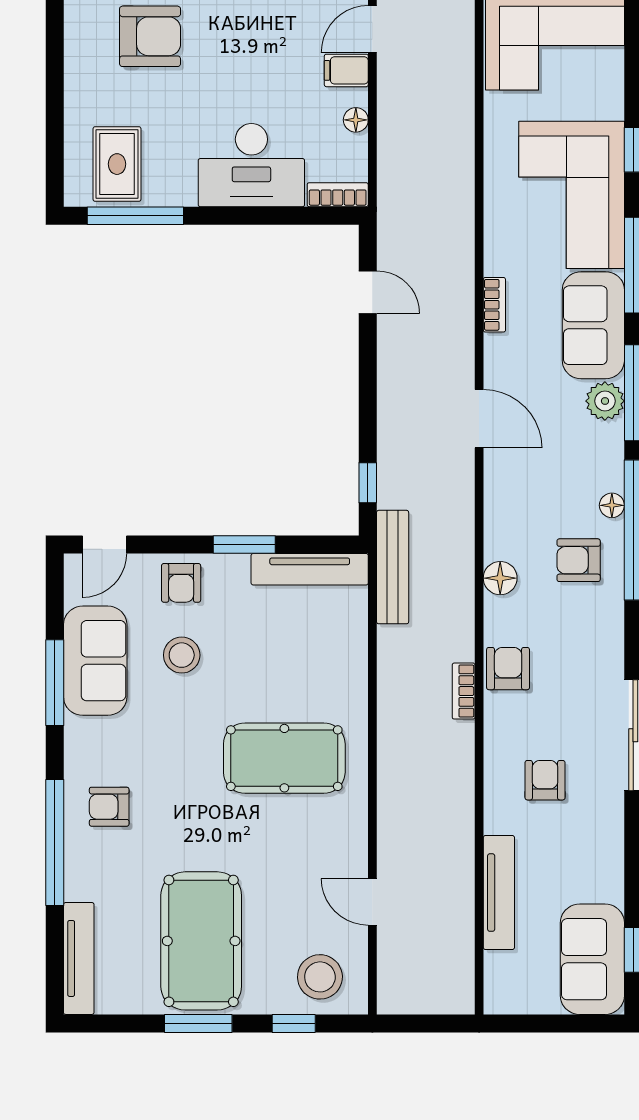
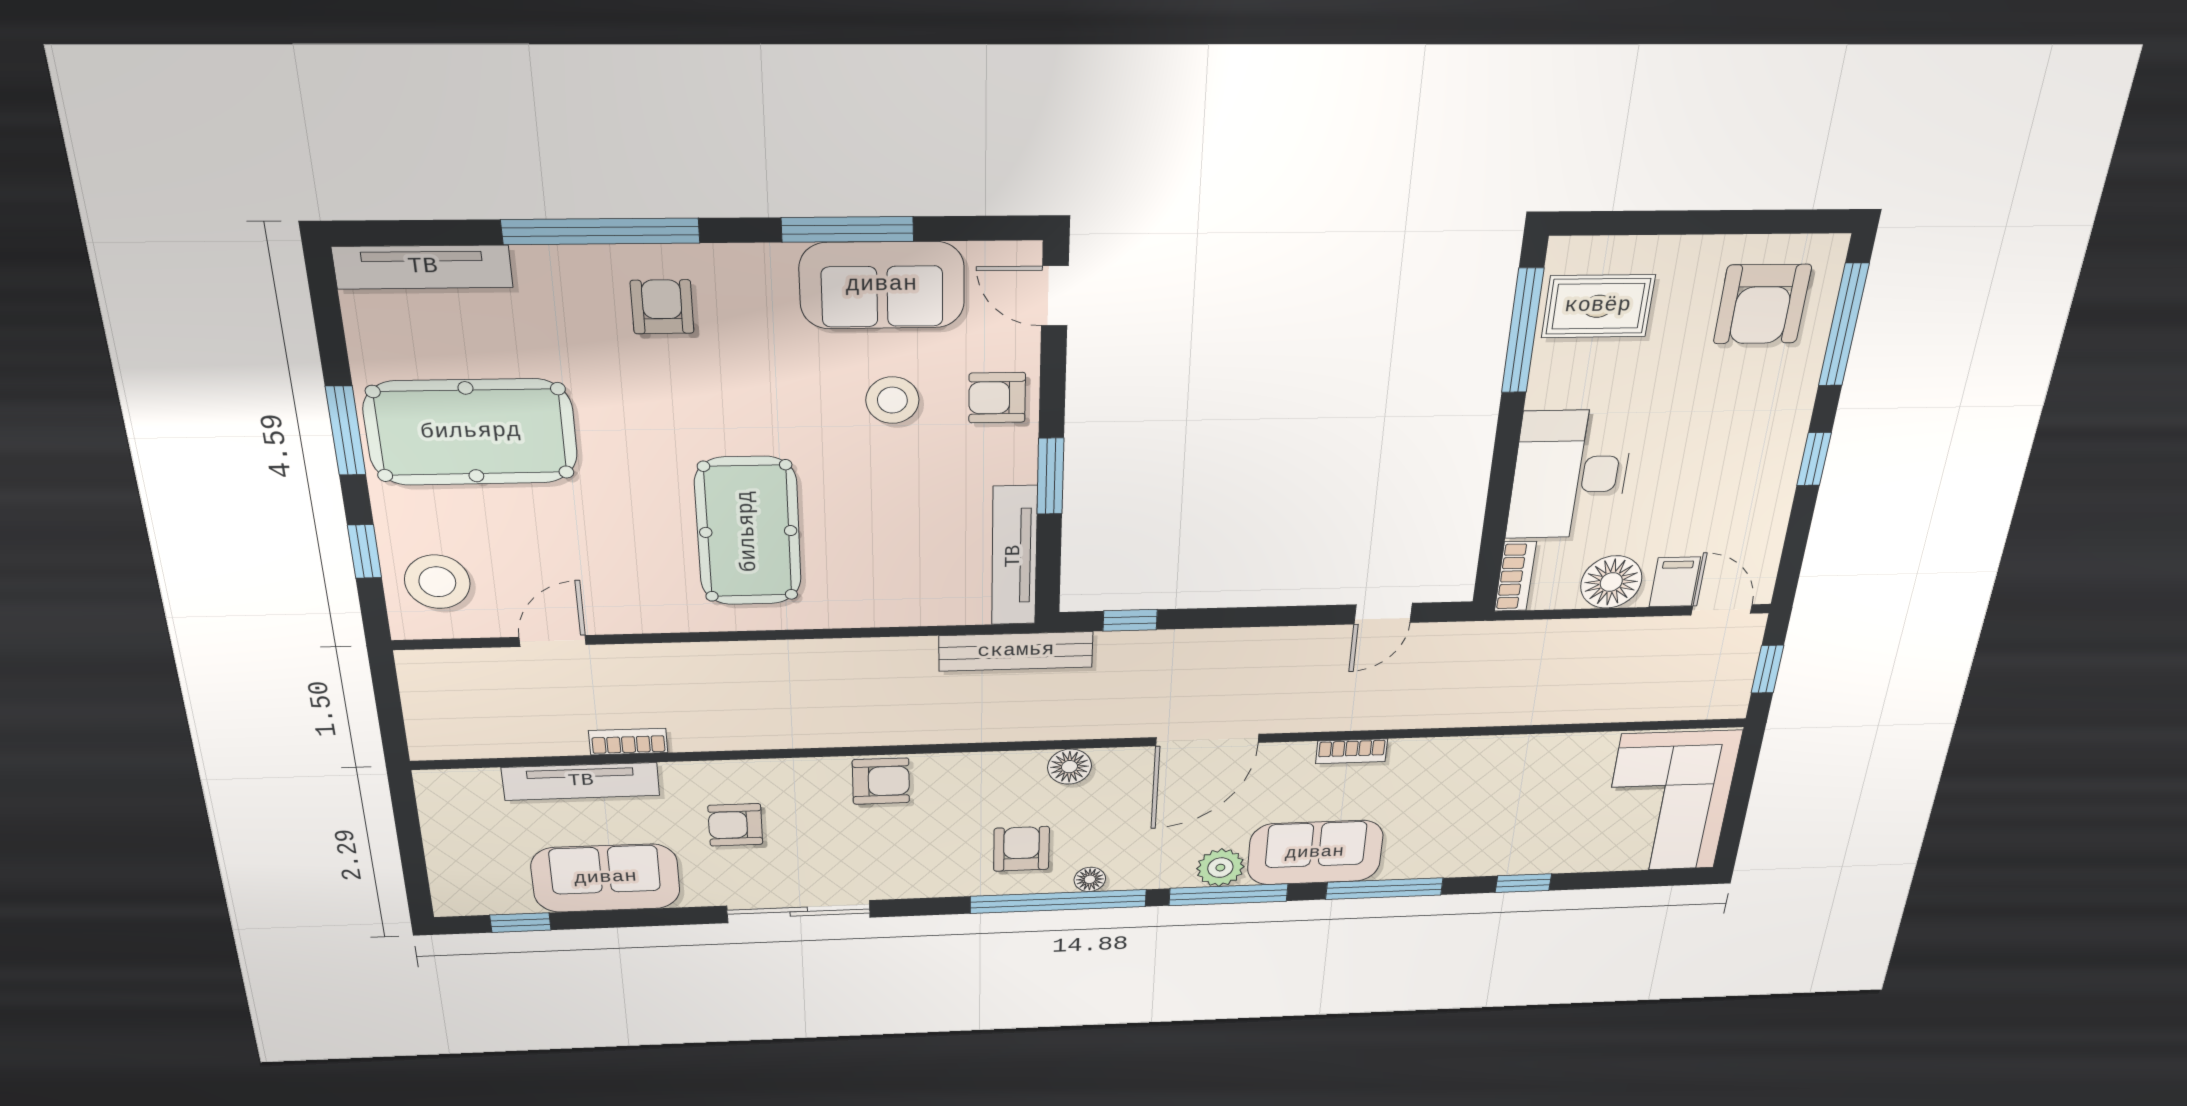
armchair: (150, 36) -> (1762, 304), moved
floor lamp: (356, 120) -> (1611, 582), width x1.89, depth x1.89
corner sofa: (572, 195) -> (1478, 825), removed
door: (479, 419) -> (1207, 740), width x1.36
floor lamp: (500, 578) -> (1069, 767), moved
bookcase: (464, 691) -> (628, 742), moved
armchair: (545, 780) -> (735, 825), turned 180
sofa: (592, 959) -> (606, 878), moved

